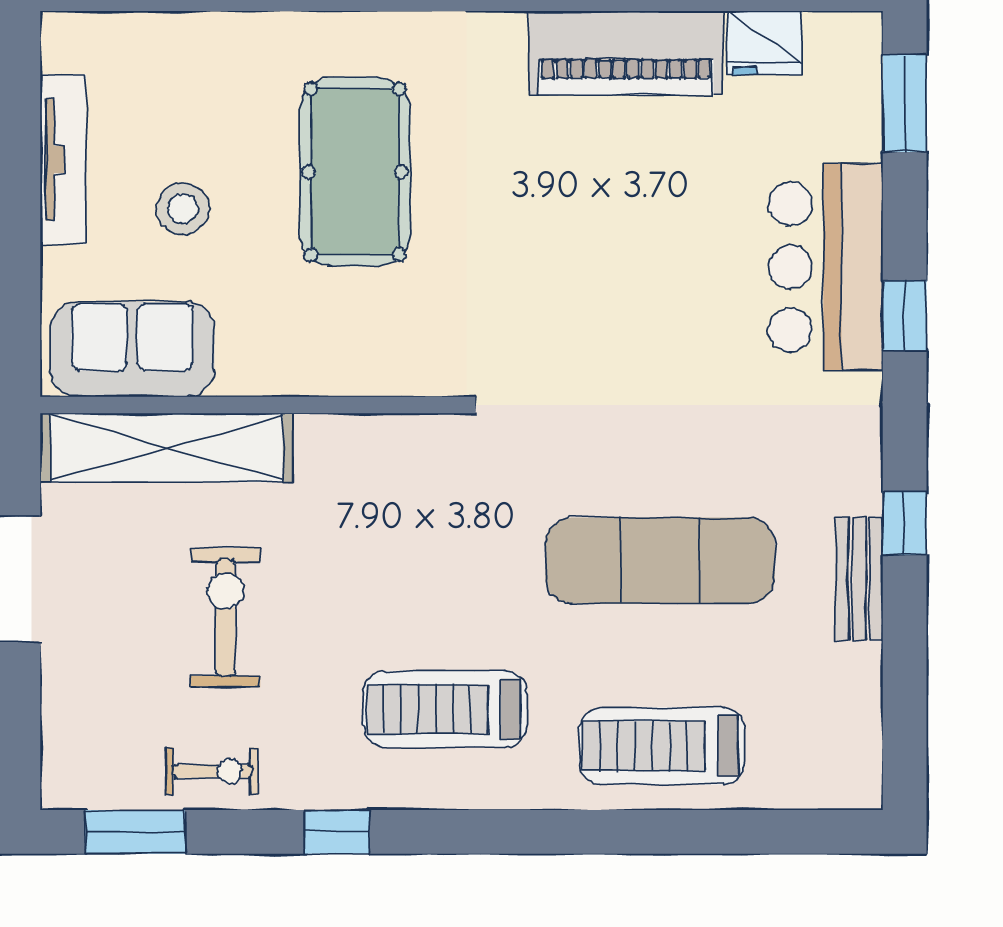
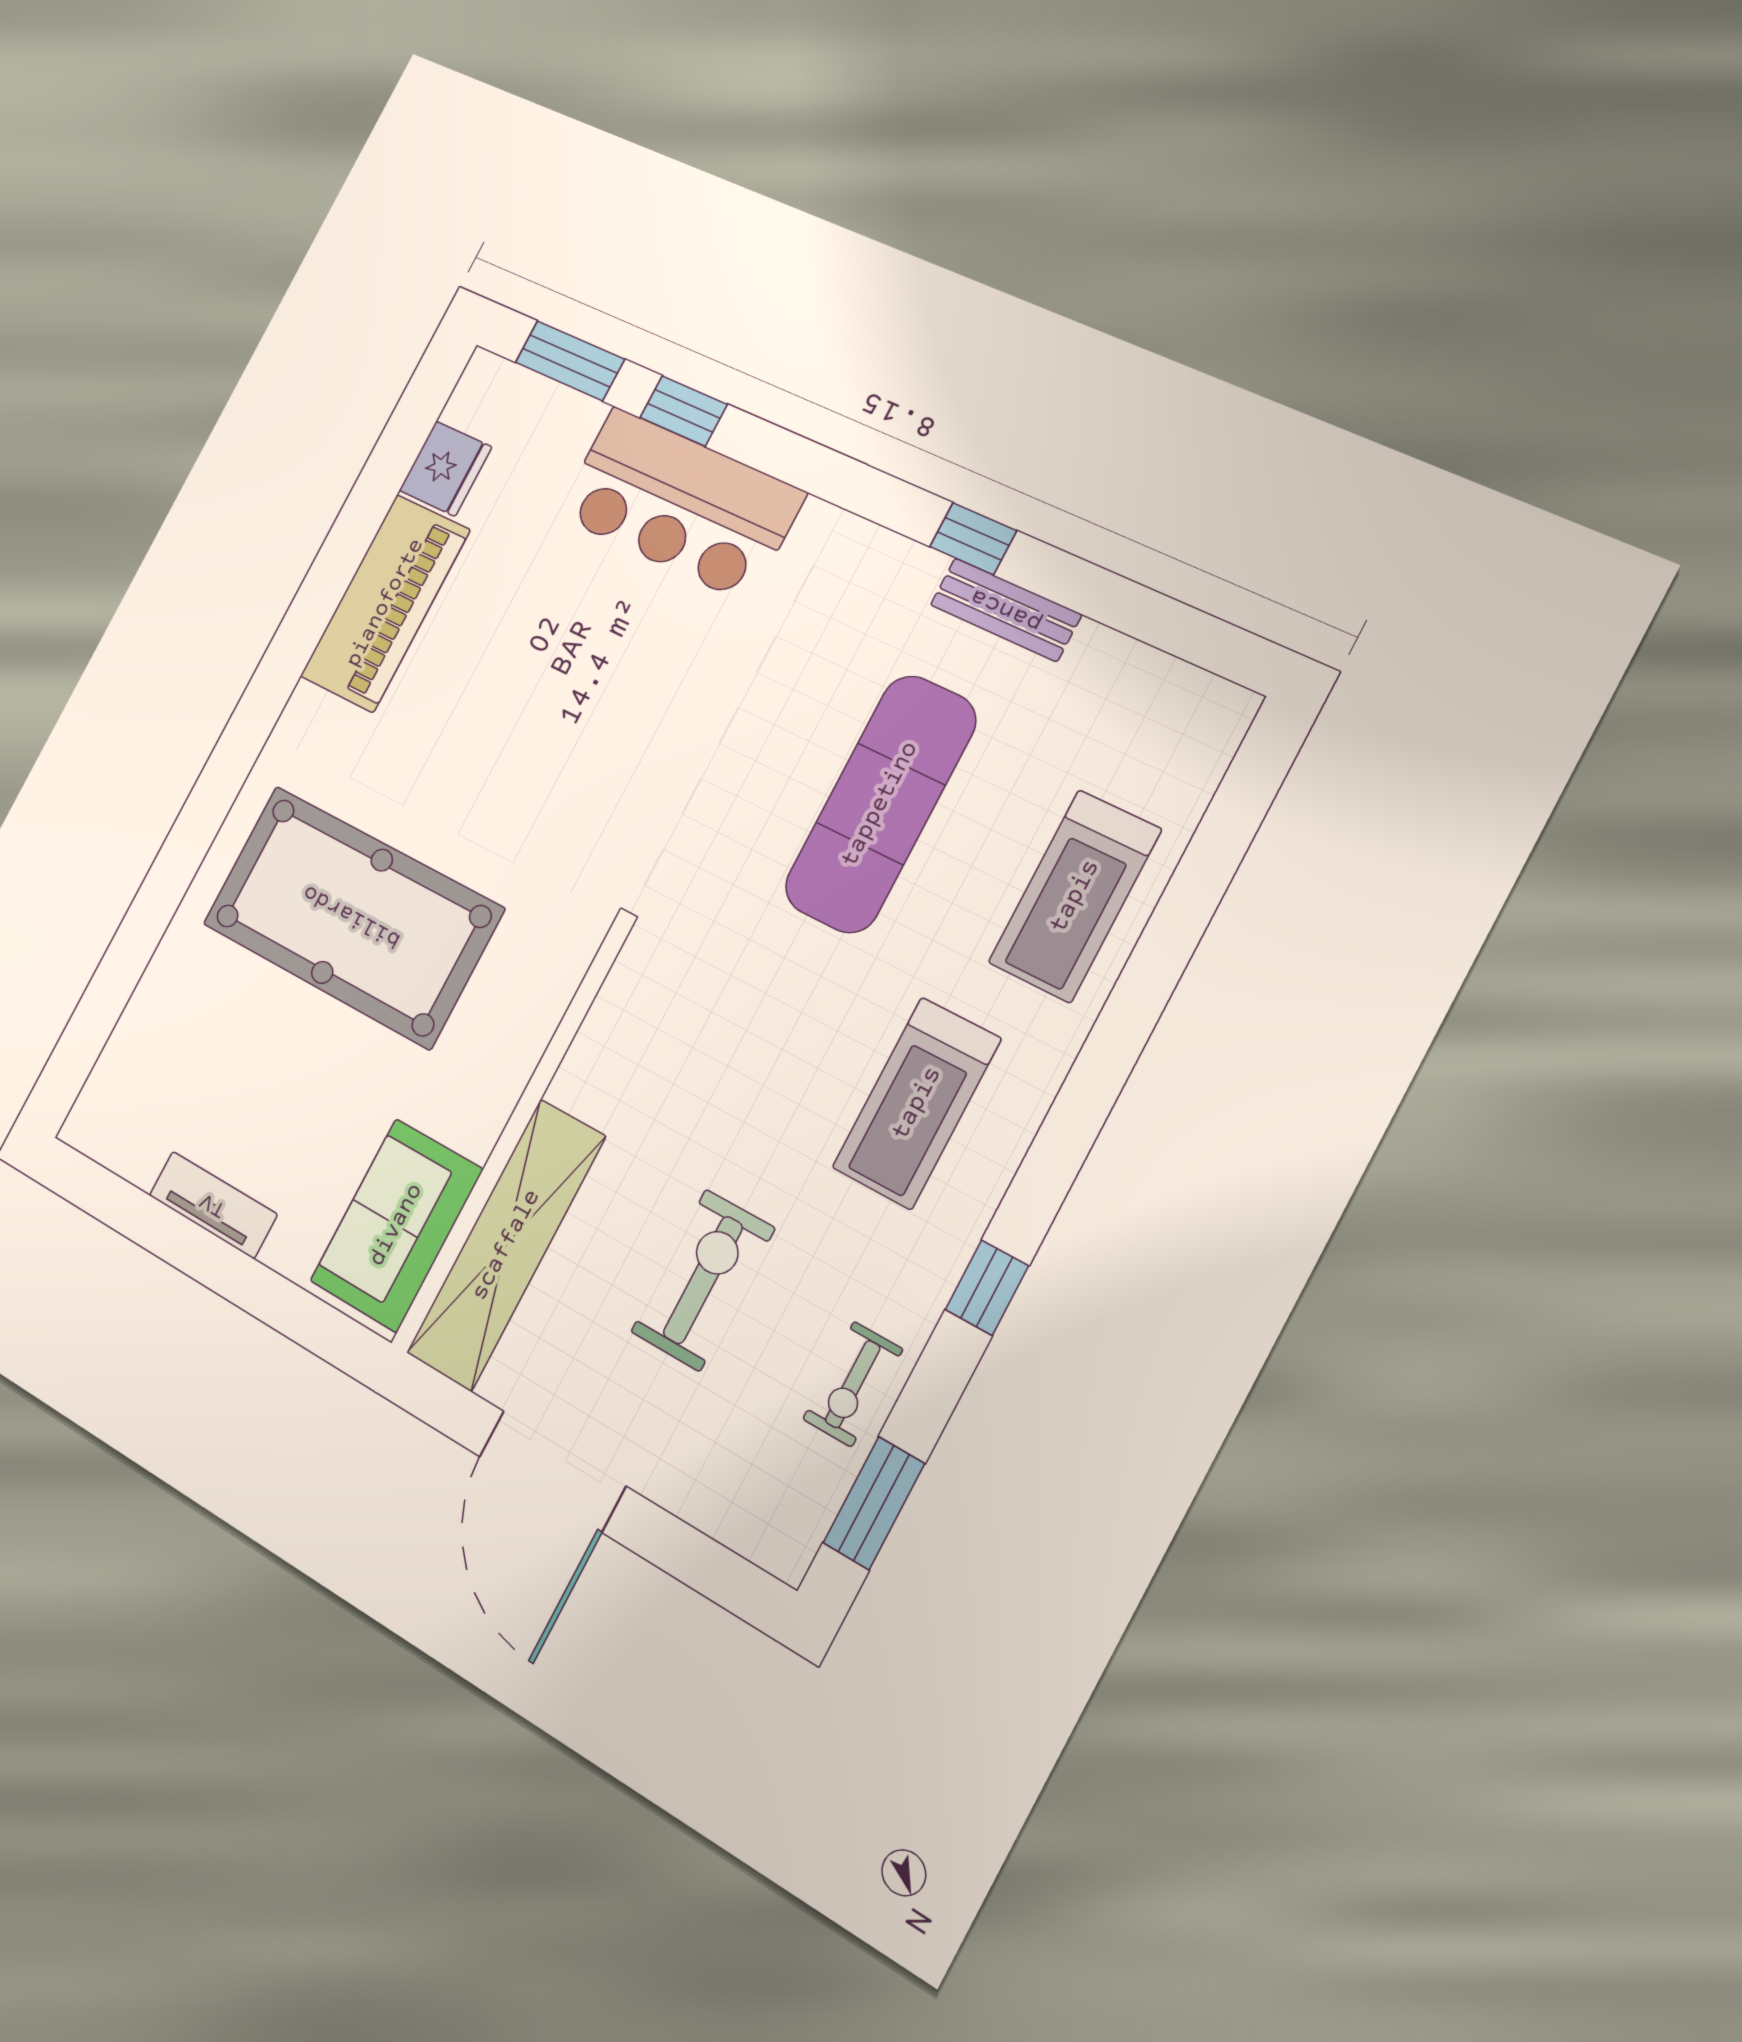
tv unit: (63, 159) -> (213, 1205), width x0.71
pool table: (355, 172) -> (352, 916), width x1.36, depth x1.32
stool: (183, 209) -> (296, 1102), removed
window: (905, 316) -> (684, 411), moved
exercise bike: (225, 618) -> (703, 1280), turned 90
exercise bike: (212, 771) -> (853, 1384), turned 180

